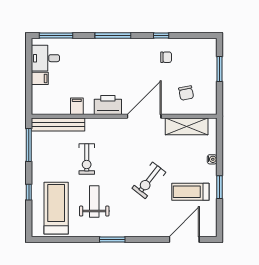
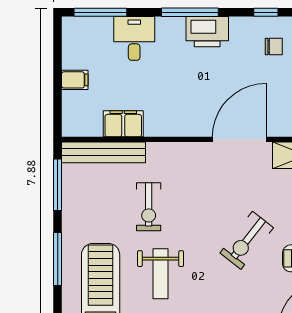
desk: (45, 58) -> (134, 38), moved, turned 90
printer: (108, 105) -> (207, 32), moved, turned 180
filing cabinet: (77, 106) -> (123, 124), width x2.00
window: (29, 192) -> (58, 259), width x2.17
weight bench: (94, 201) -> (161, 274), turned 180

